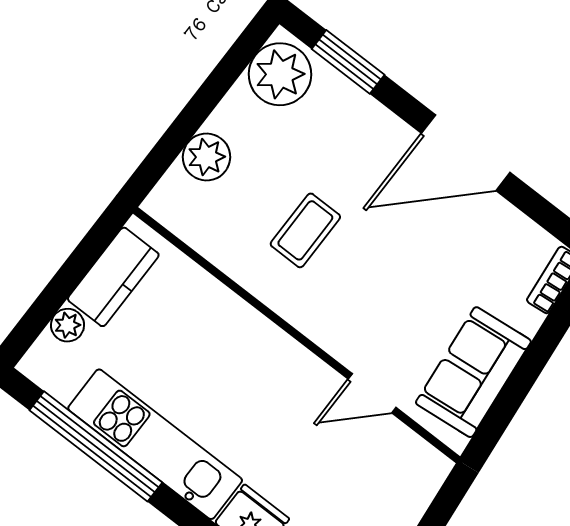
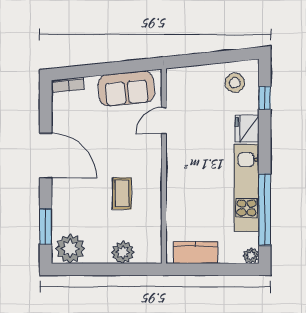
coffee table: (305, 230) -> (122, 193), turned 90
plant: (68, 325) -> (251, 256), moved
door: (372, 393) -> (164, 121), swing flipped

